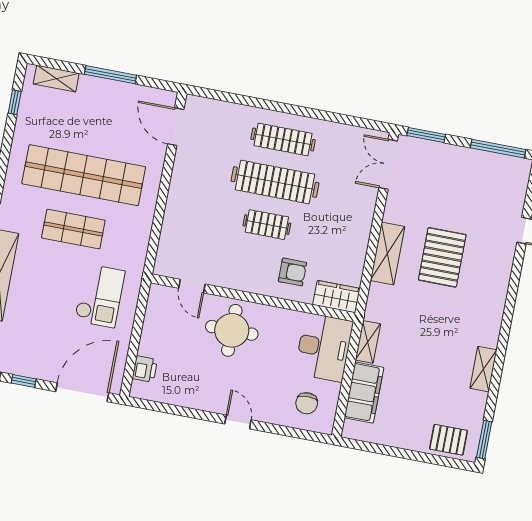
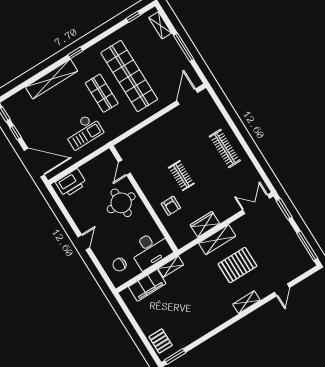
clothes rail: (275, 182) -> (203, 162), removed
wardrobe: (336, 297) -> (205, 224), moved, turned -90
printer: (145, 369) -> (71, 183), width x1.87, depth x1.48
shelving: (483, 369) -> (246, 302), moved

